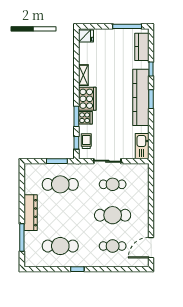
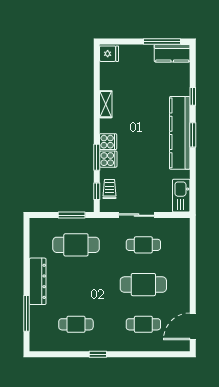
kitchen counter: (142, 47) -> (172, 53), moved, turned -90
cooker: (87, 99) -> (108, 142), width x0.53, depth x0.76
cafe table: (60, 246) -> (76, 324), width x0.73, depth x0.74

